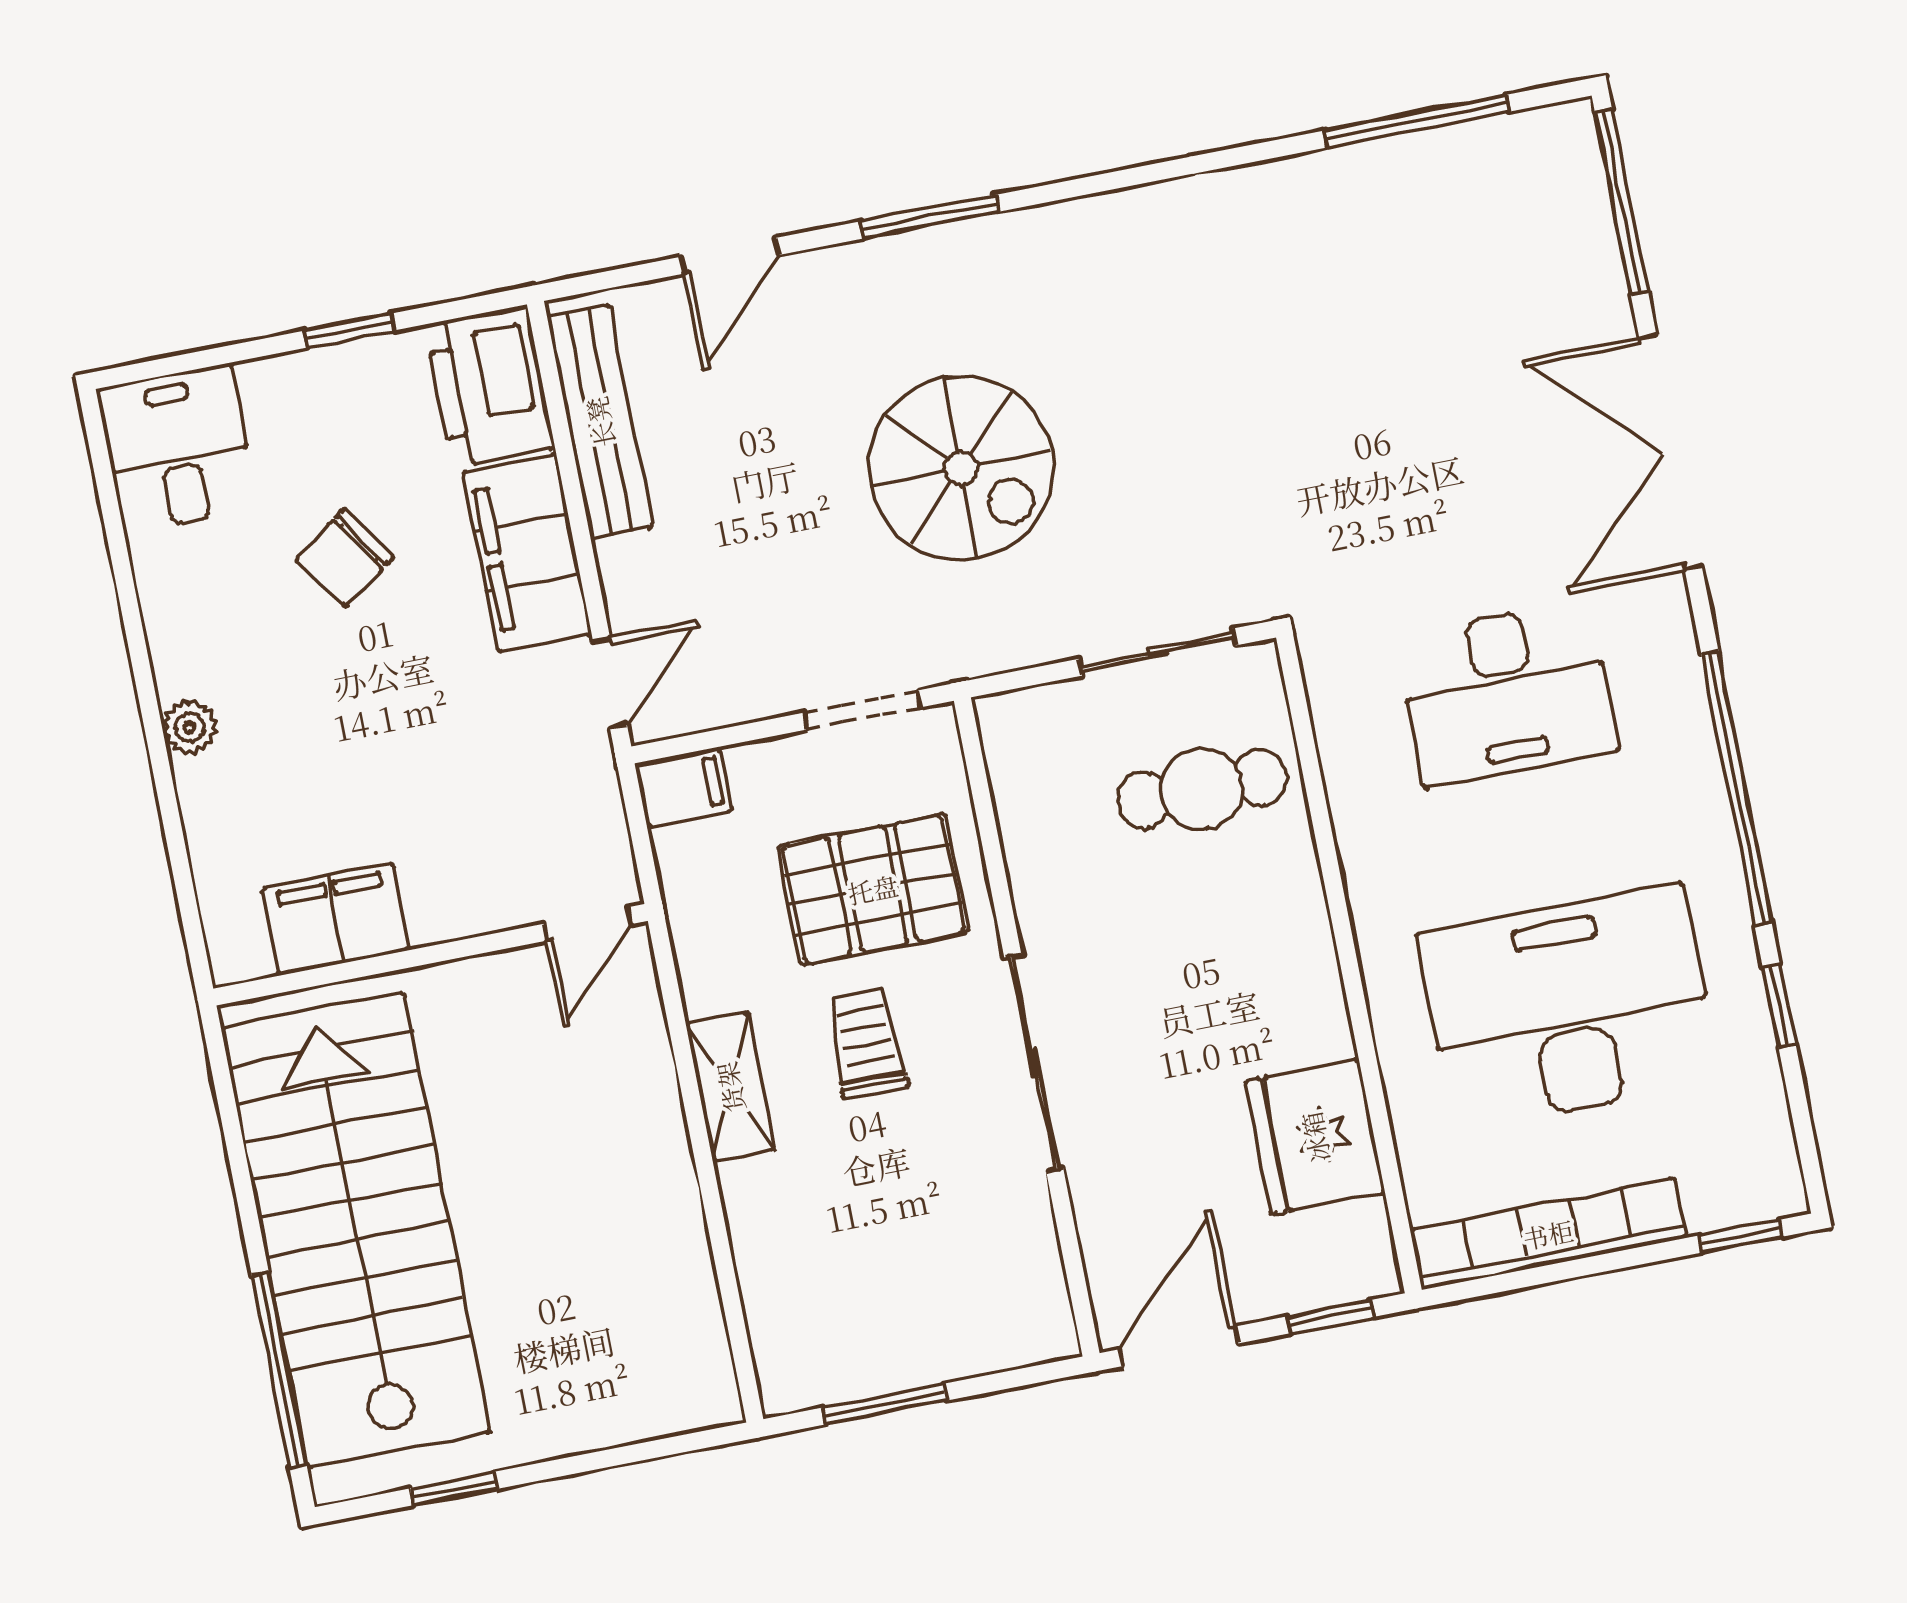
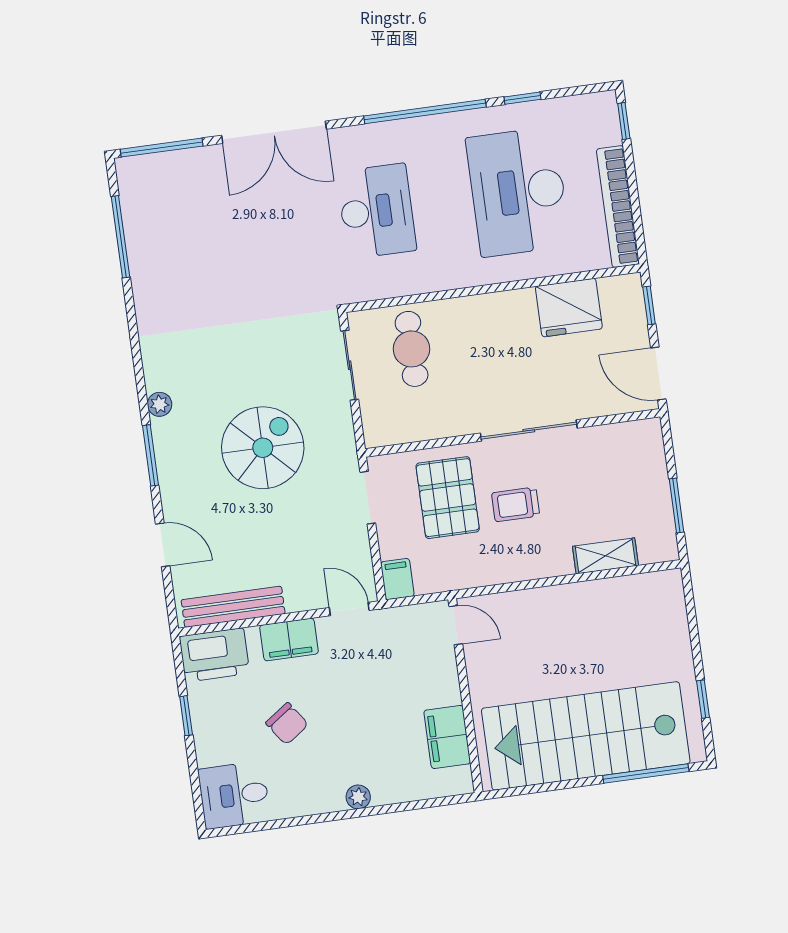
plant: (1045, 231) -> (160, 404), added
filing cabinet: (527, 553) -> (289, 639), width x0.67, depth x0.86
shelving: (730, 1087) -> (605, 556), moved

